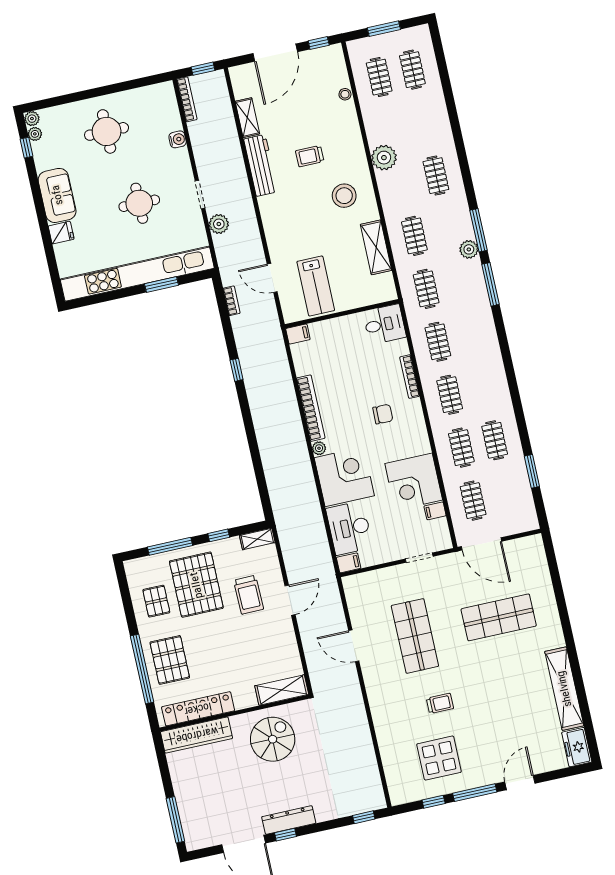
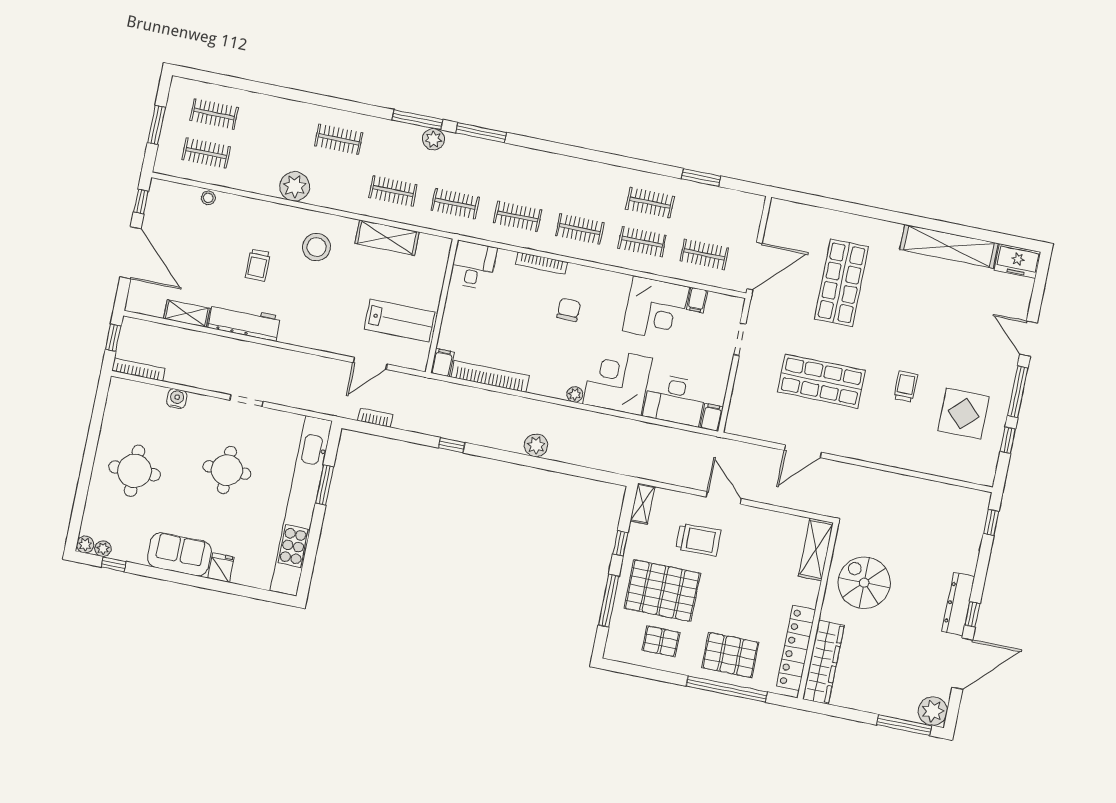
plant: (219, 224) -> (536, 445), moved
bookcase: (311, 408) -> (490, 376), moved
plant: (196, 837) -> (933, 711), added

